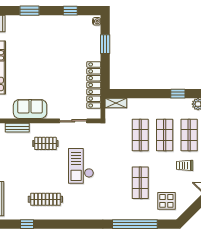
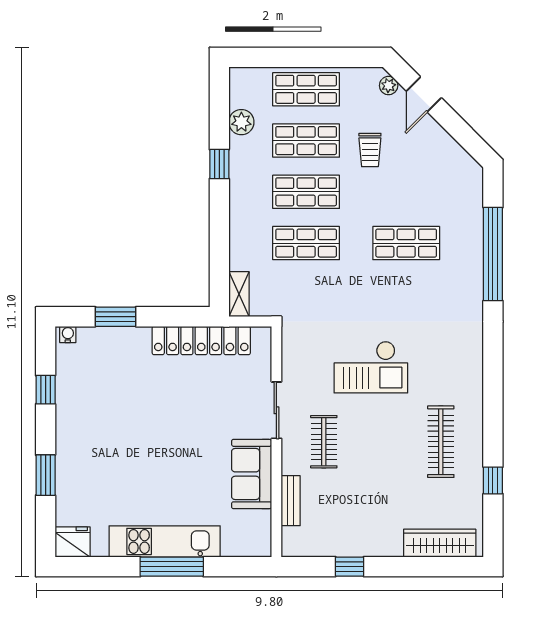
sliding door: (73, 121) -> (276, 410), moved
display table: (166, 201) -> (444, 188), removed

